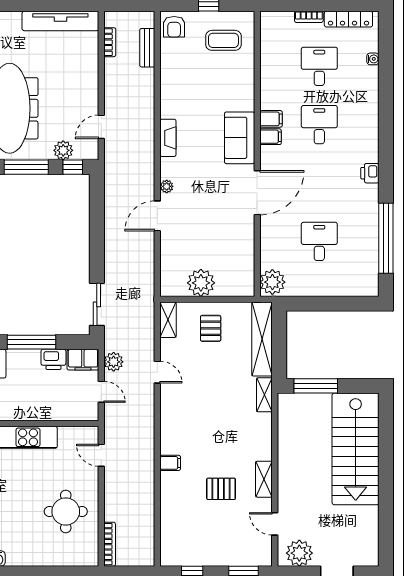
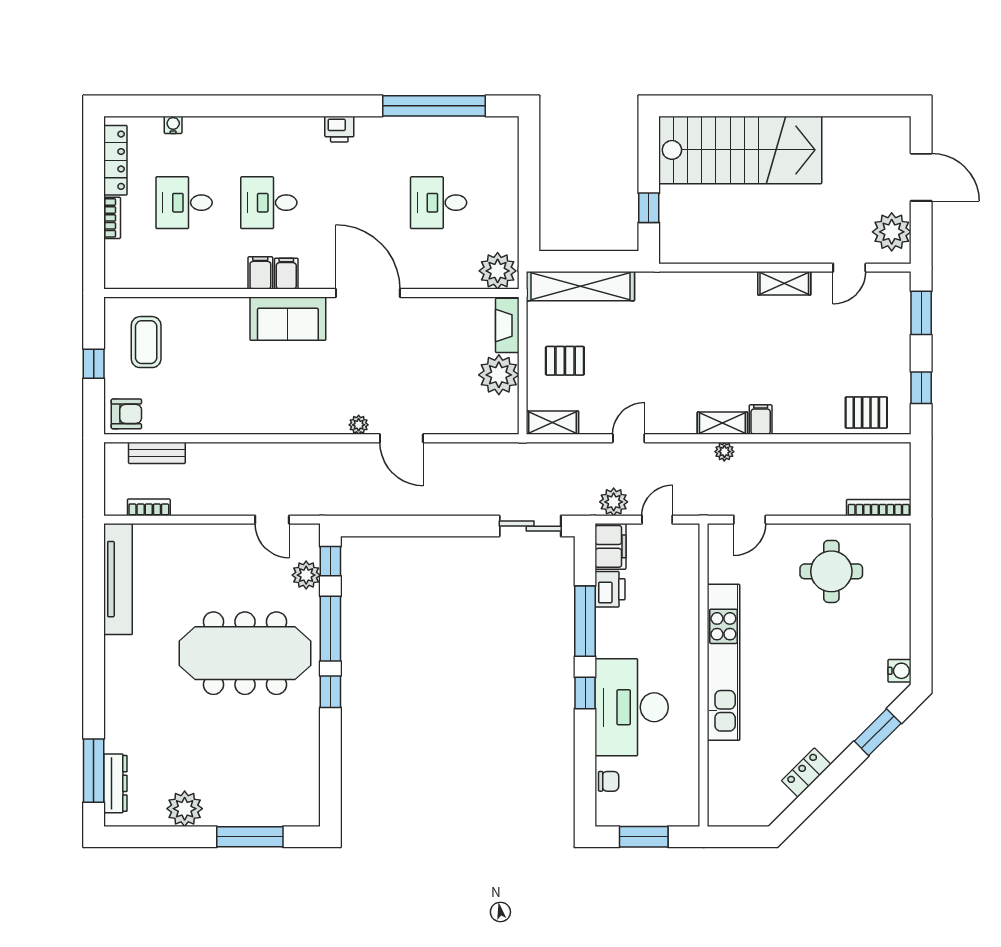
fireplace: (168, 138) -> (507, 325), moved, turned -90
window: (316, 386) -> (649, 208), width x0.46
shelving: (264, 395) -> (722, 423), moved
plant: (148, 438) -> (724, 452), added
pallet: (221, 489) -> (866, 412), moved, turned 90

